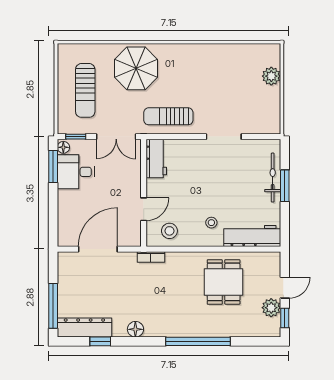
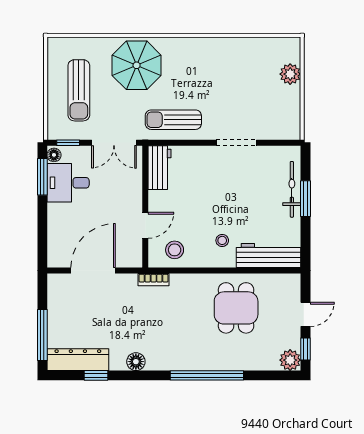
plant: (271, 308) -> (290, 360), moved

